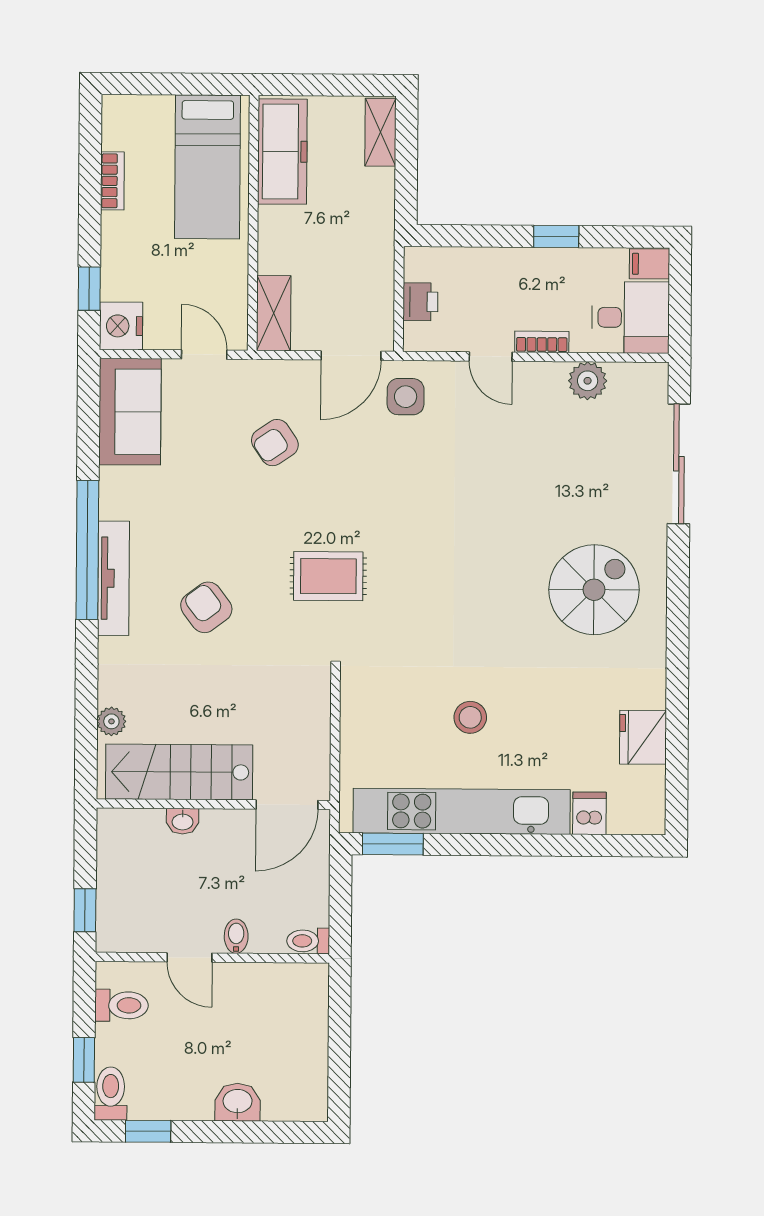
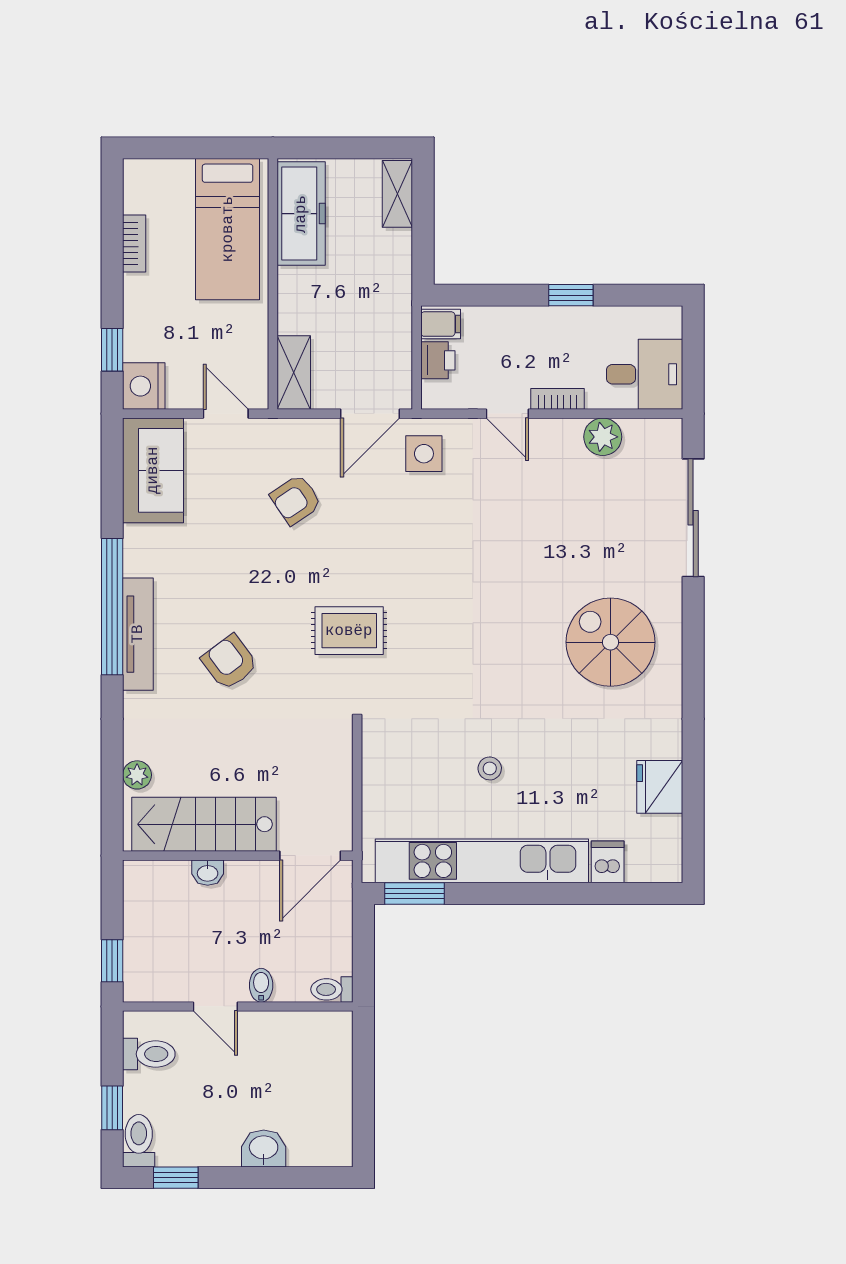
filing cabinet: (649, 264) -> (441, 324), moved, turned 180
spiral stairs: (594, 590) -> (611, 642), turned -90
stool: (470, 717) -> (490, 768), width x0.73, depth x0.73

